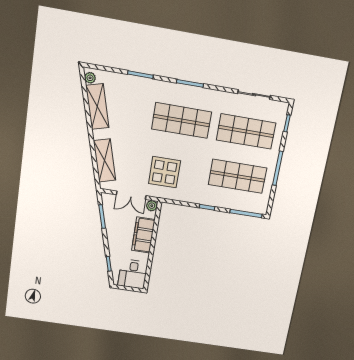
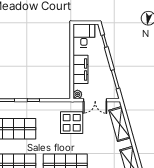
double door: (131, 195) -> (95, 100), swing flipped

